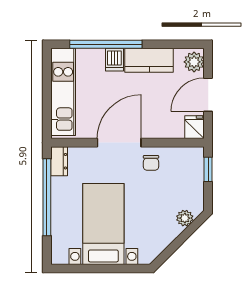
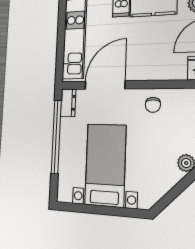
door: (119, 143) -> (105, 85), moved

